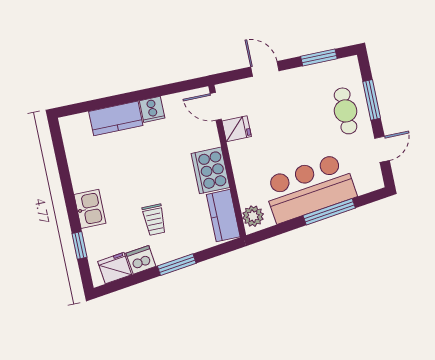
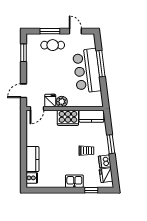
door: (265, 69) -> (24, 91), moved
cooker: (152, 109) -> (32, 178), moved
plant: (253, 216) -> (62, 102), moved

